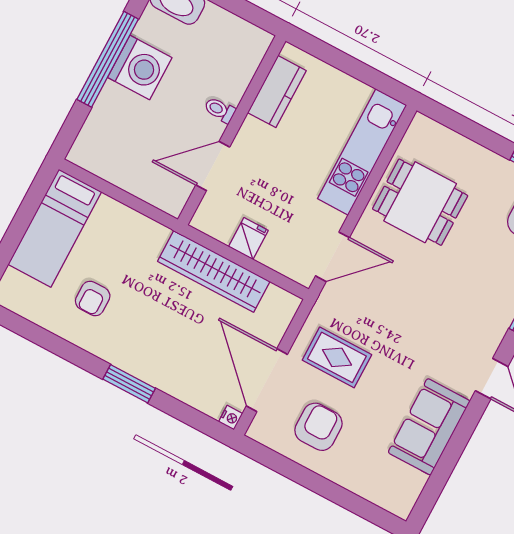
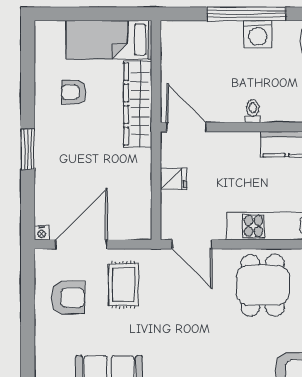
washing machine: (140, 67) -> (258, 34), width x0.73, depth x0.73
door: (213, 166) -> (186, 127), moved
wardrobe: (214, 271) -> (138, 104), moved

